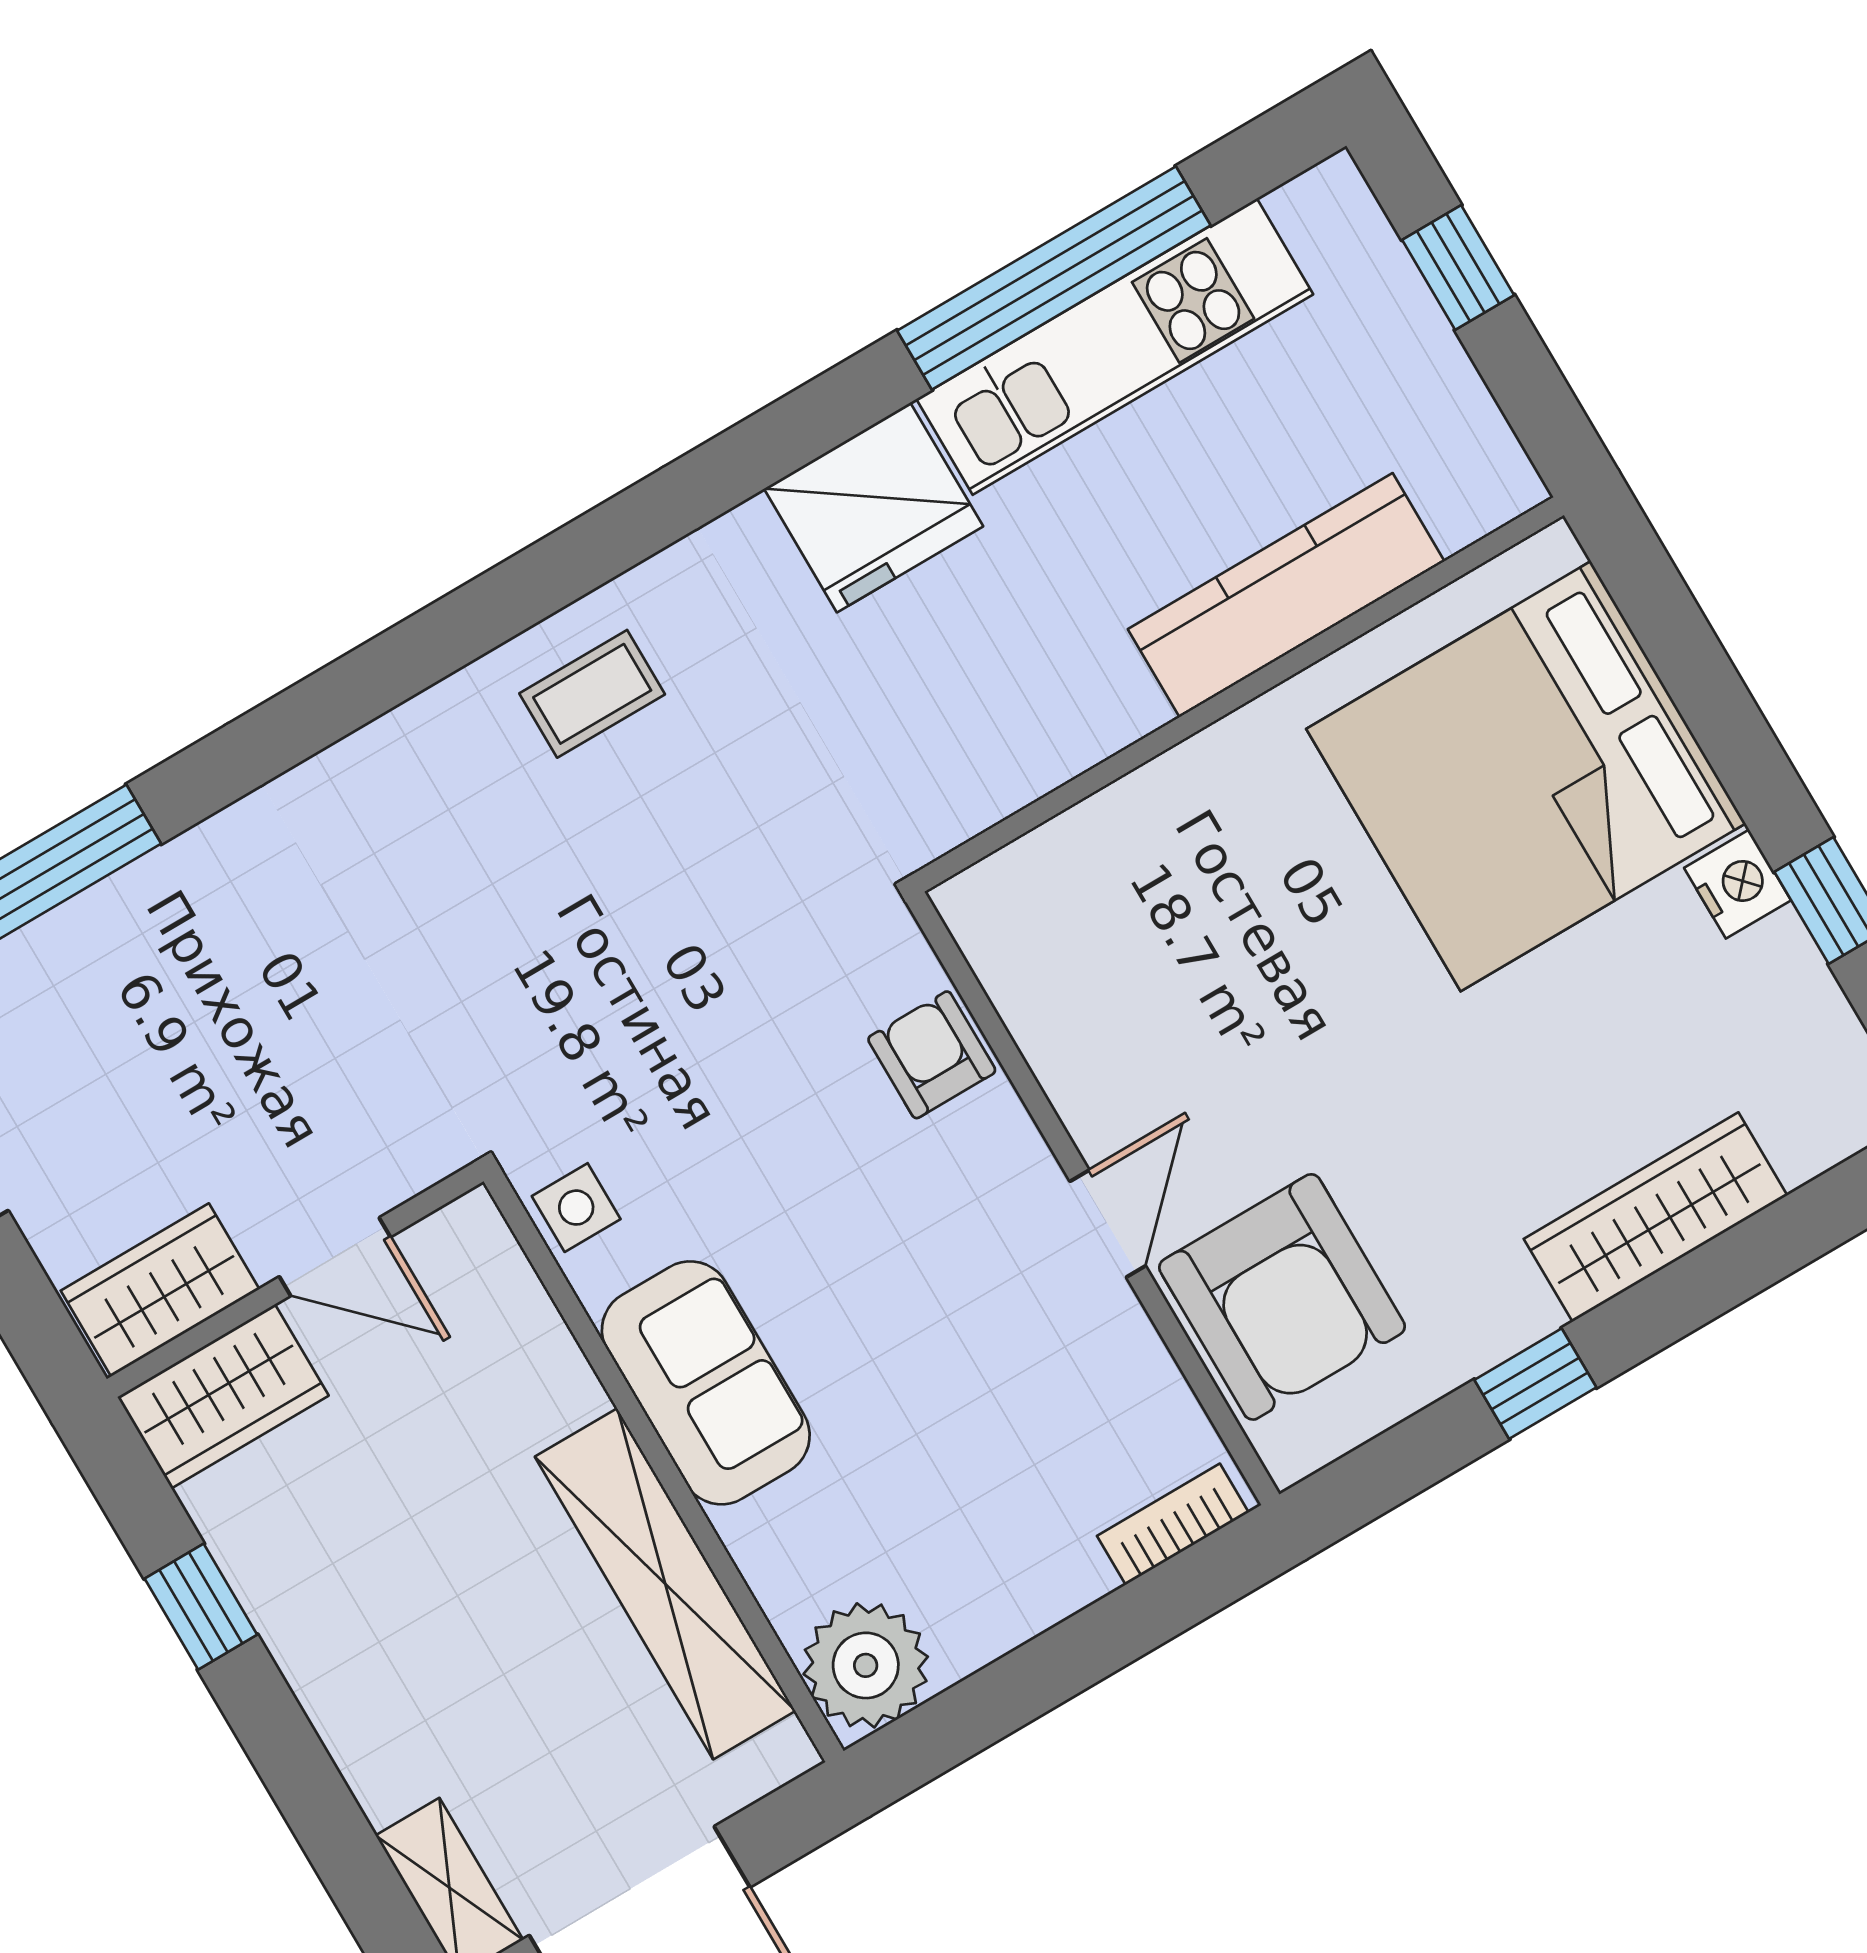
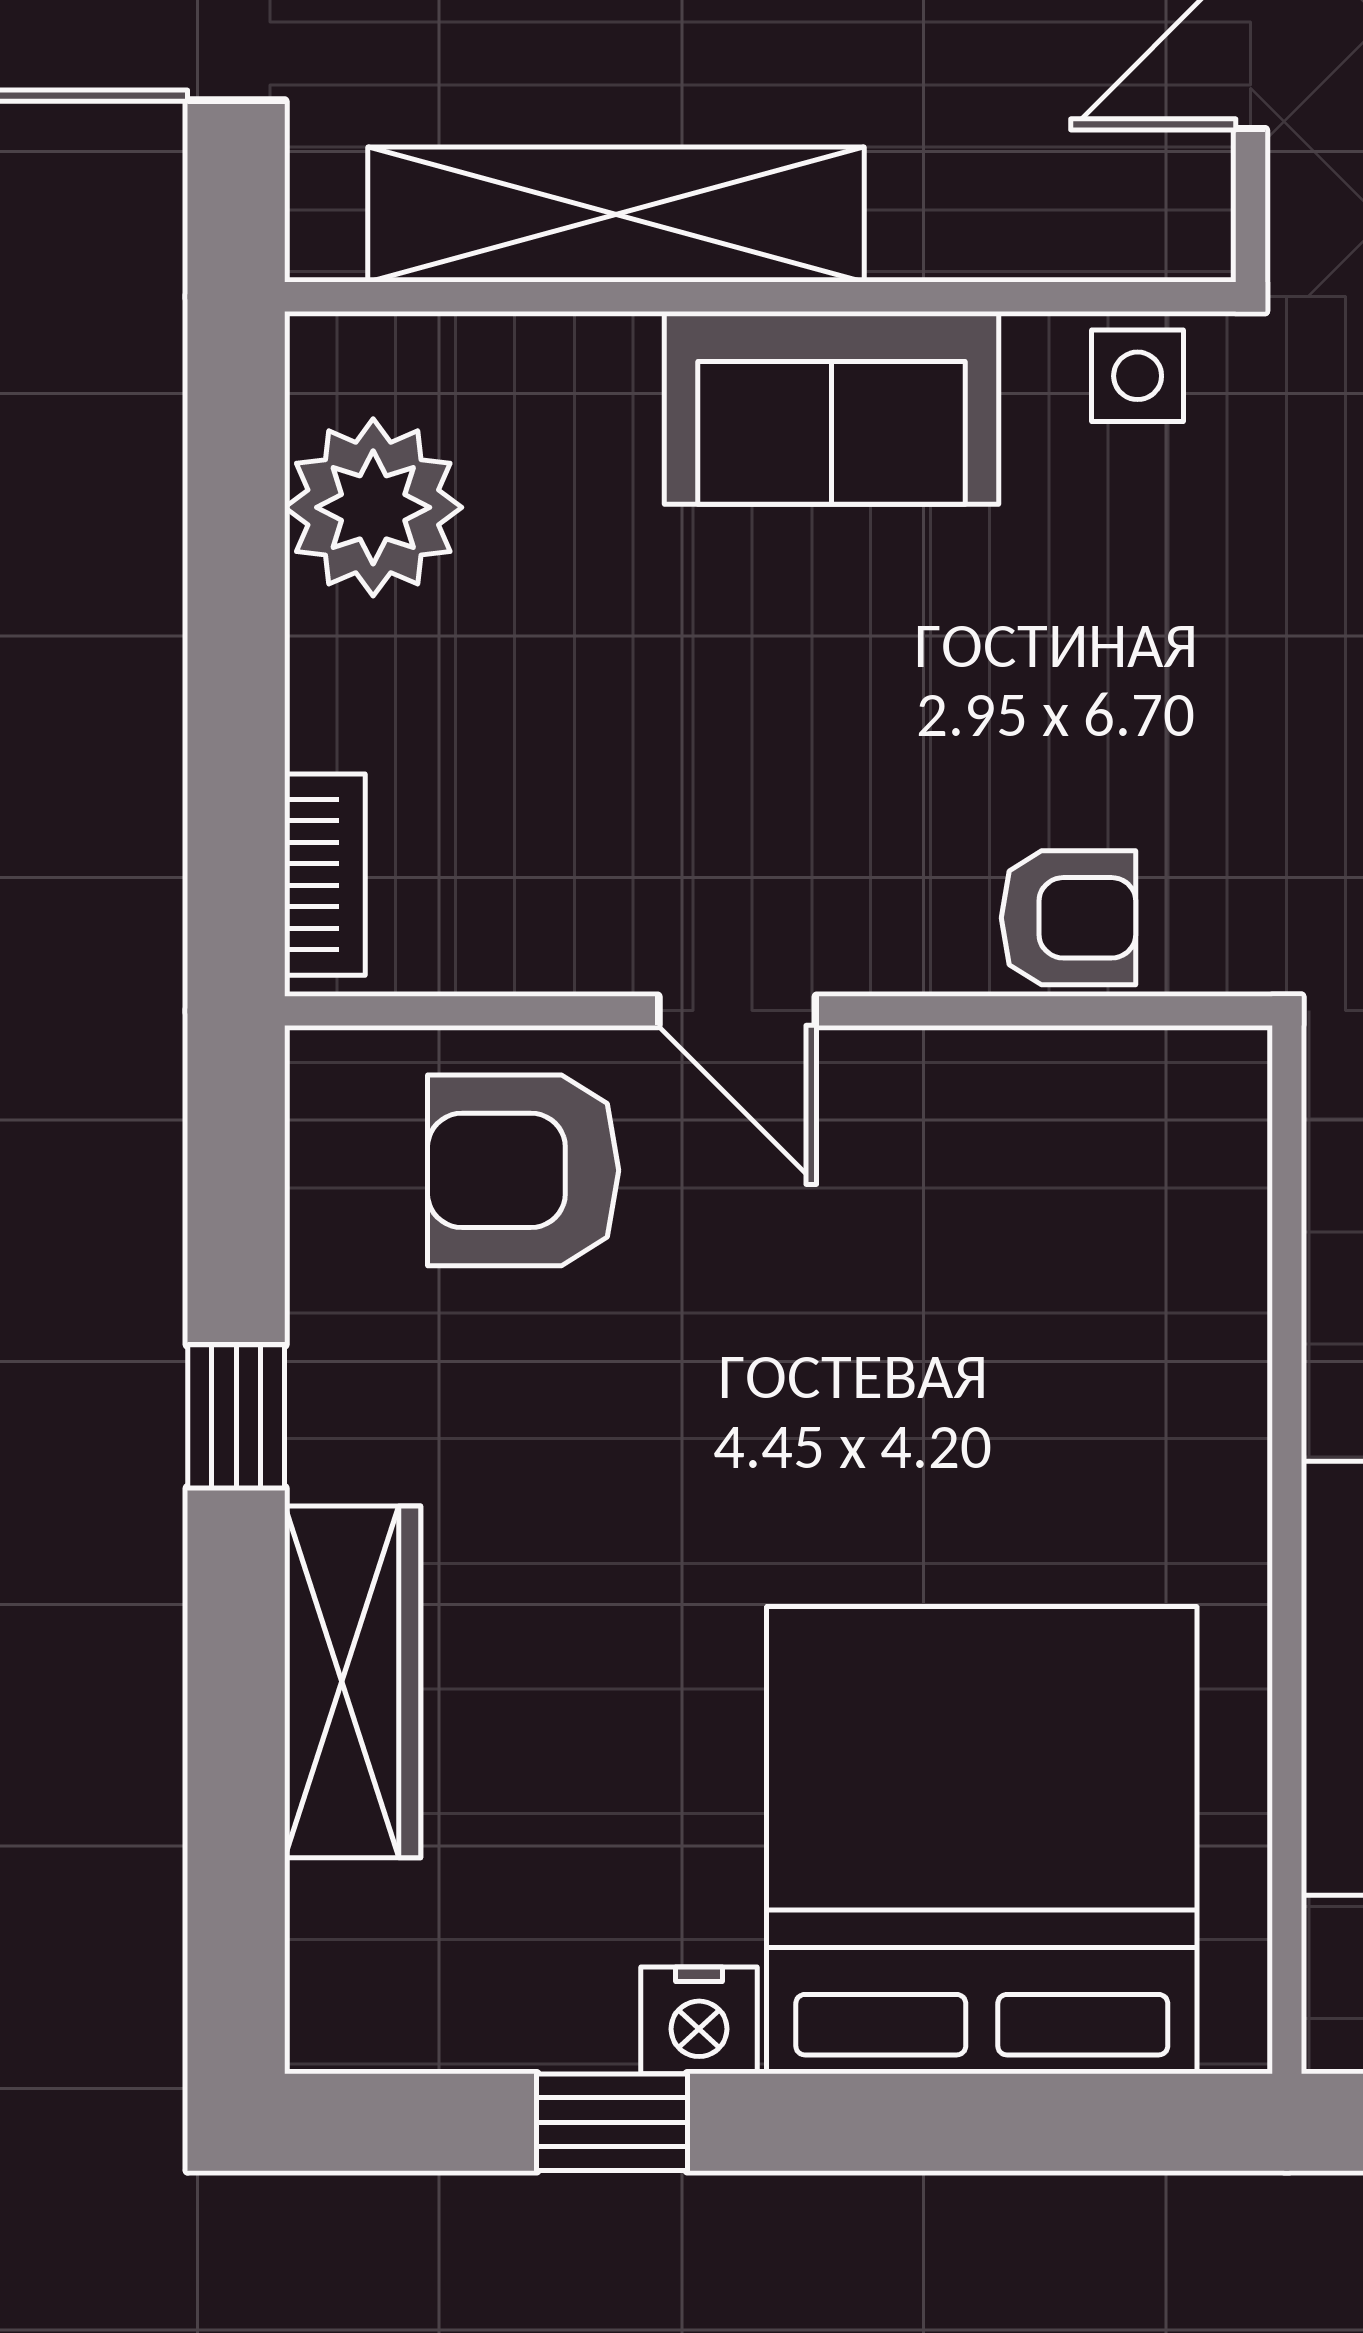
armchair: (1282, 1297) -> (523, 1170), width x0.73, depth x0.73
plant: (866, 1665) -> (373, 507), moved

